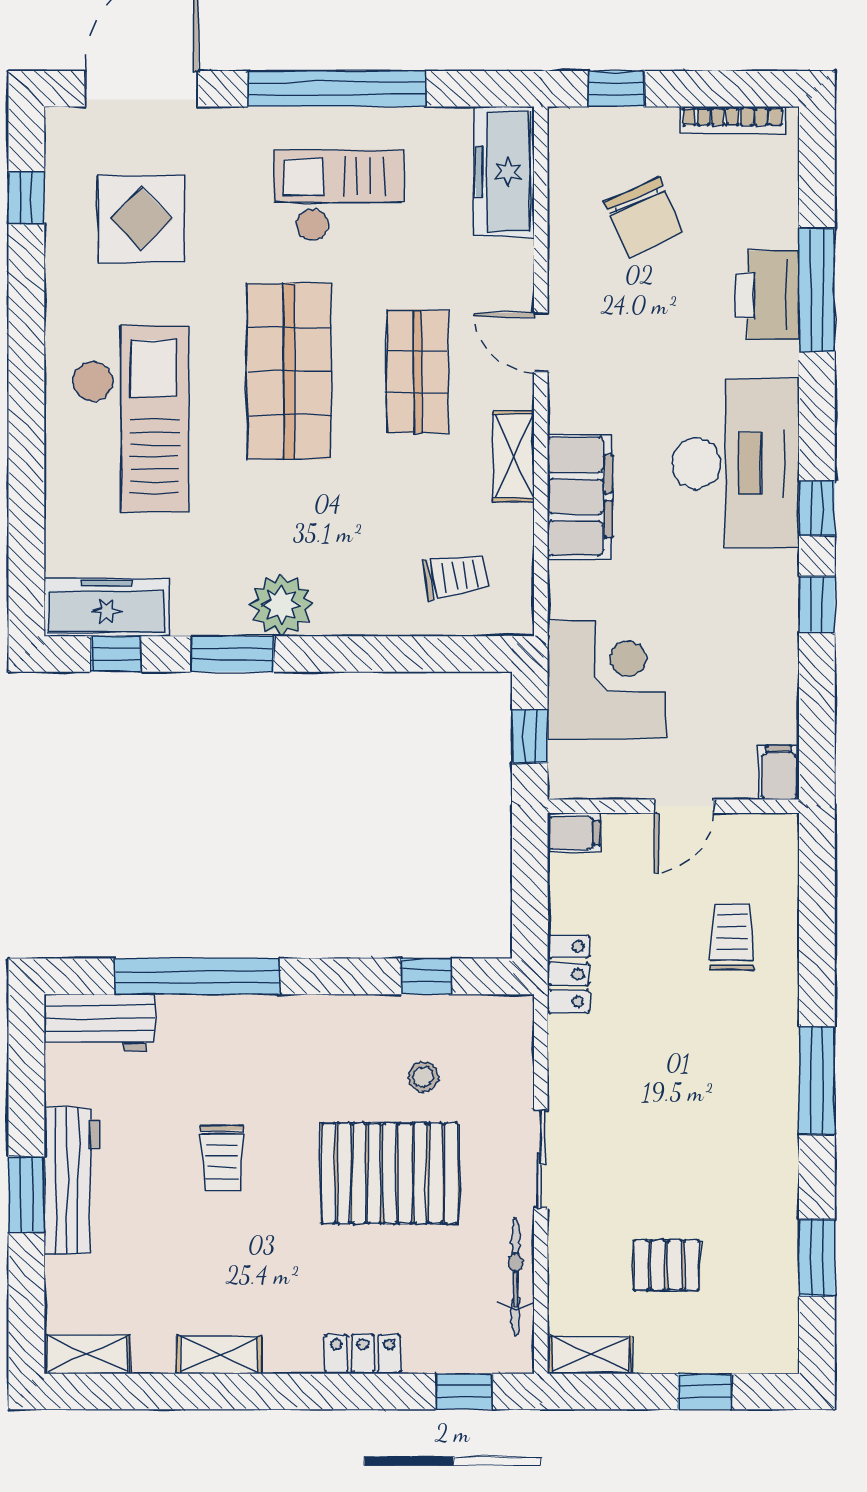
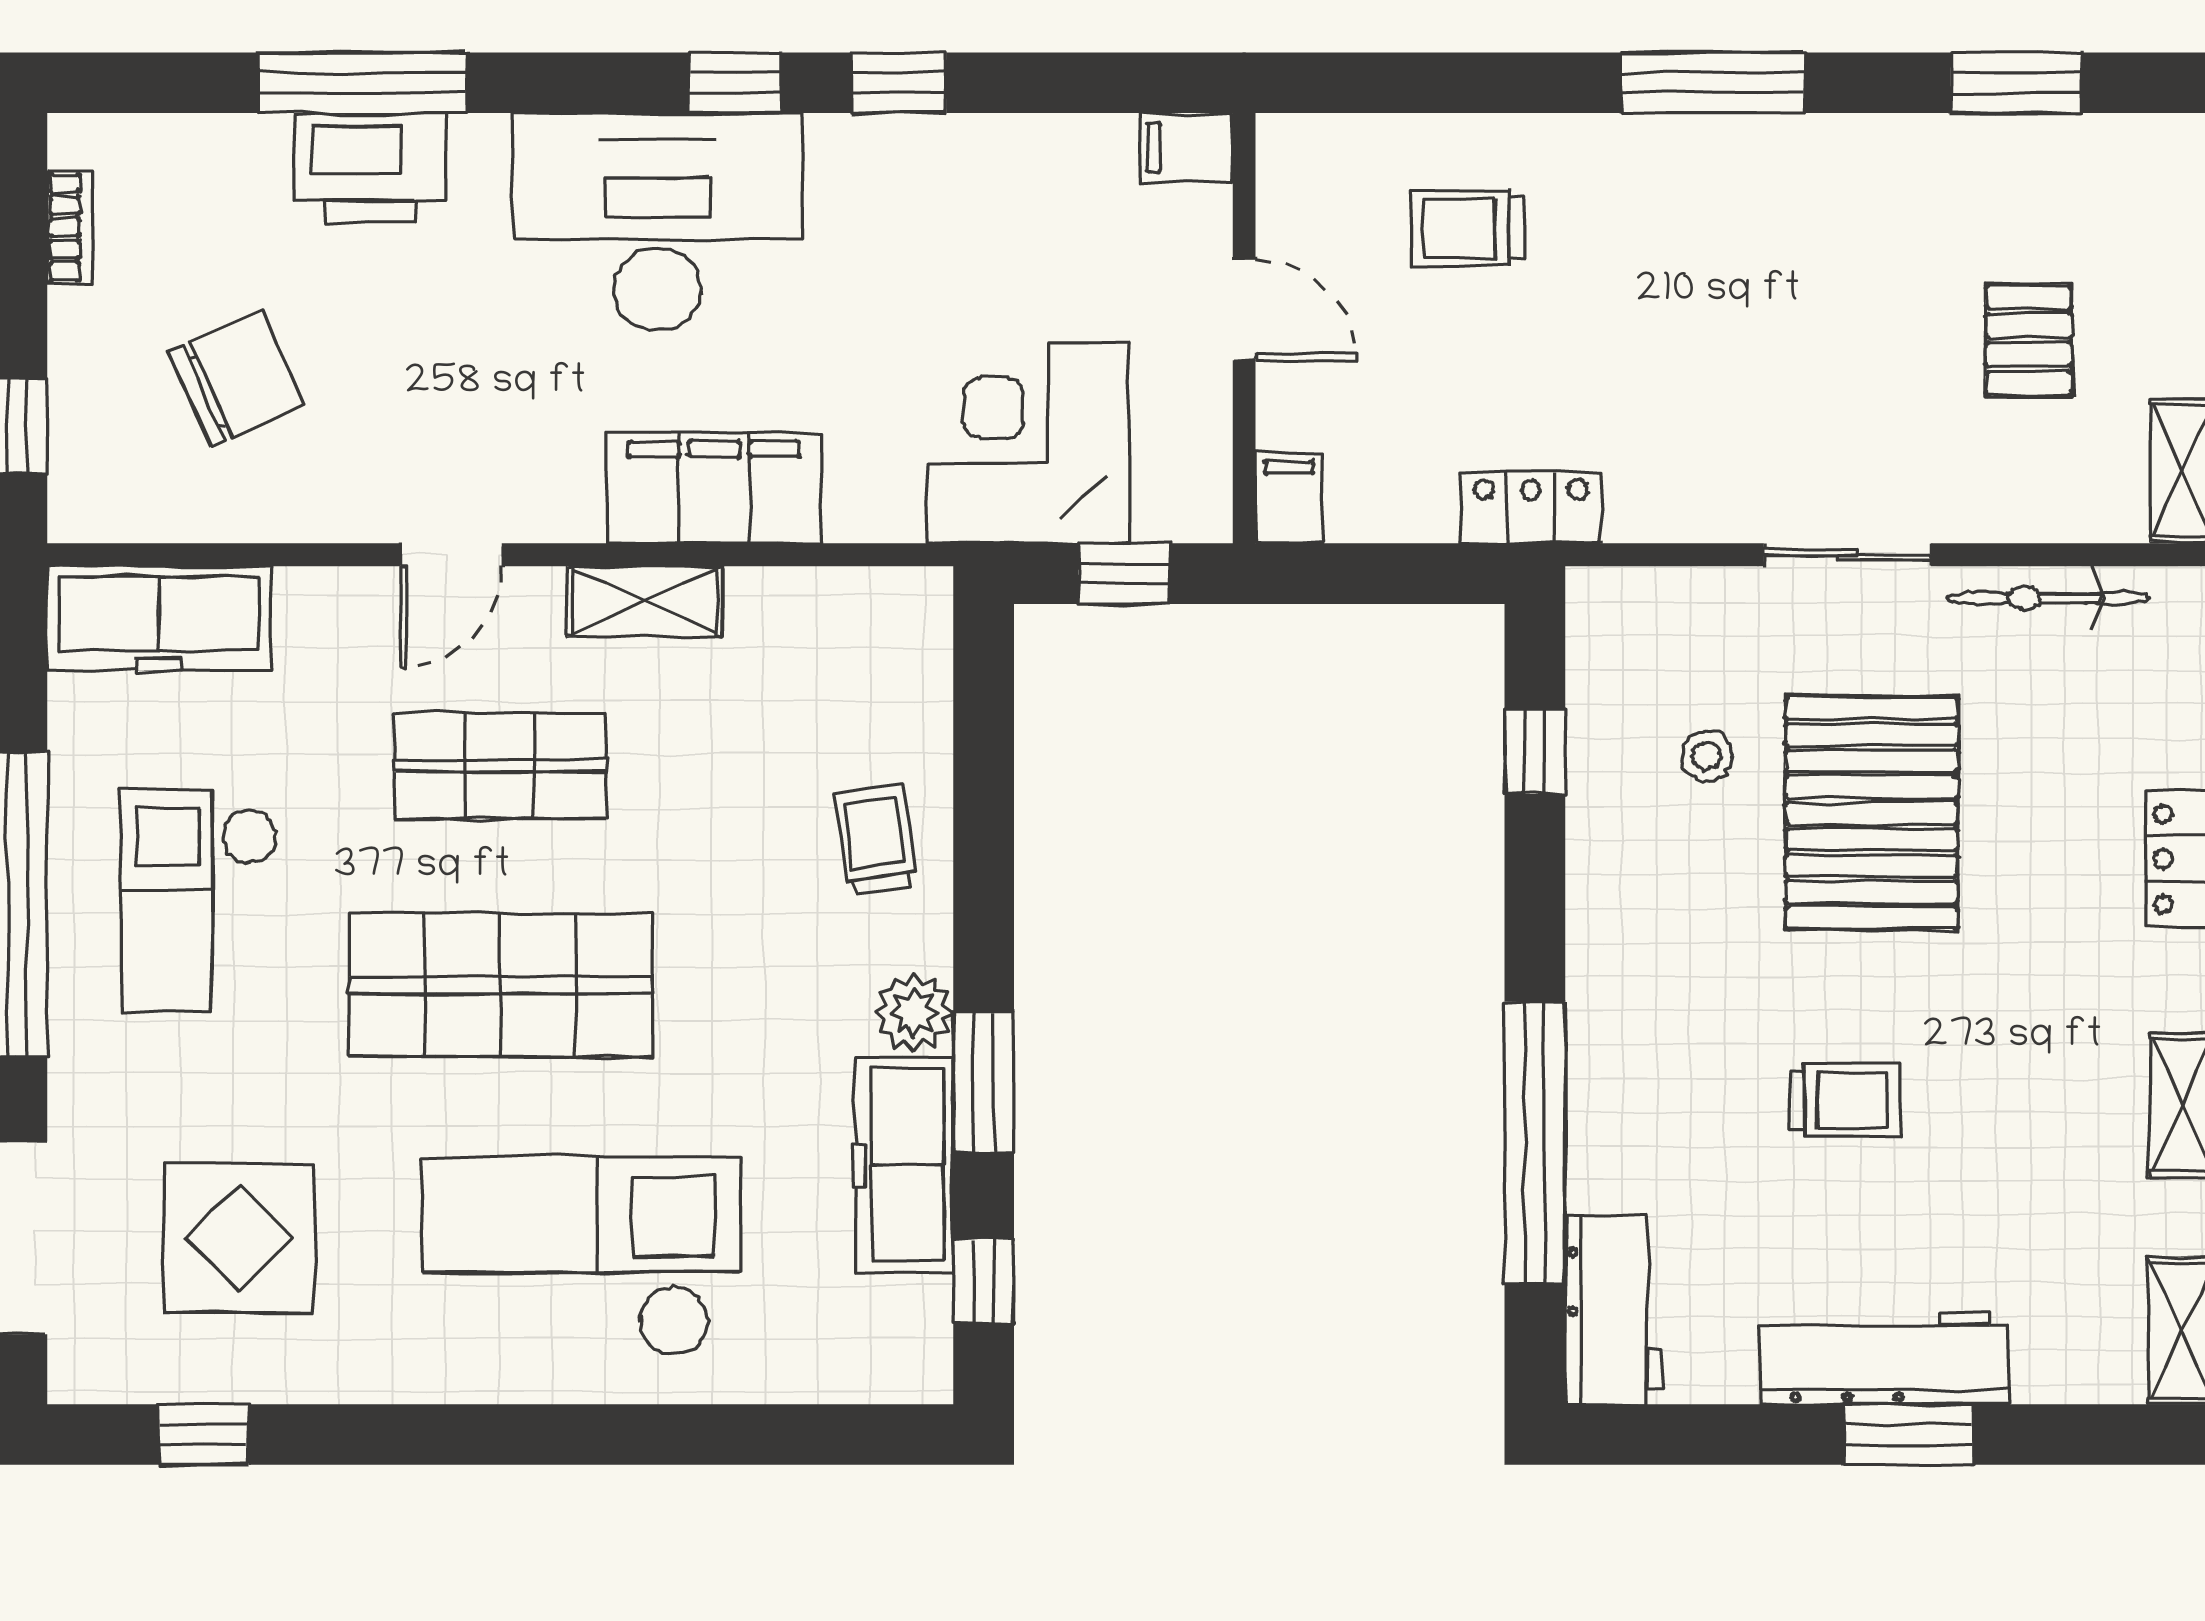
bookcase: (732, 120) -> (70, 227), width x0.64
trolley: (455, 576) -> (876, 840), moved
plant: (282, 605) -> (914, 1013), width x0.73, depth x0.73
freezer: (107, 607) -> (904, 1165), moved

